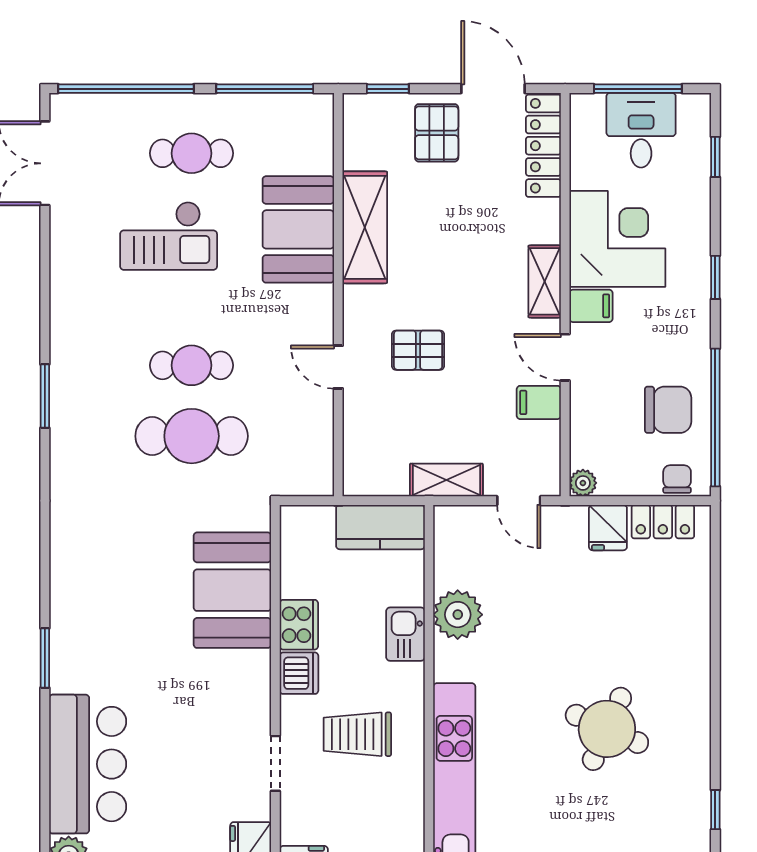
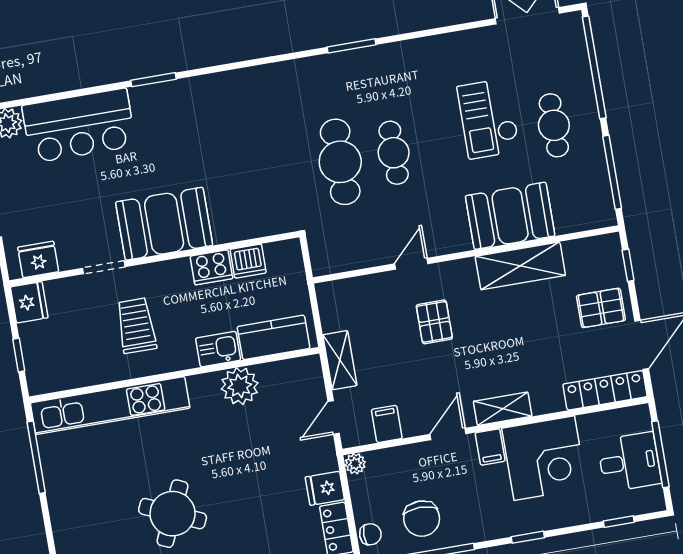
filing cabinet: (539, 402) -> (387, 424), moved
kitchen counter: (380, 527) -> (274, 337), moved, turned 90
booth: (232, 590) -> (164, 224), moved
dishwasher: (299, 673) -> (248, 261), moved

